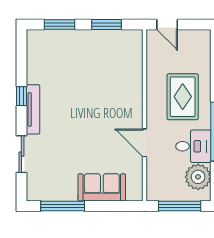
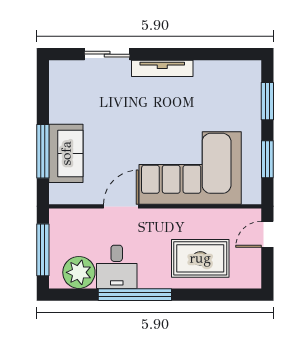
corner sofa: (114, 87) -> (190, 168), added
window: (21, 96) -> (179, 54), removed
rug: (183, 97) -> (200, 258), moved
window: (63, 206) -> (43, 151), moved

